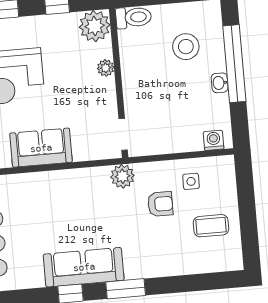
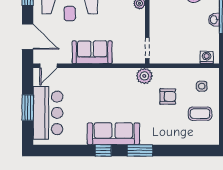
side table: (191, 181) -> (202, 86), moved

